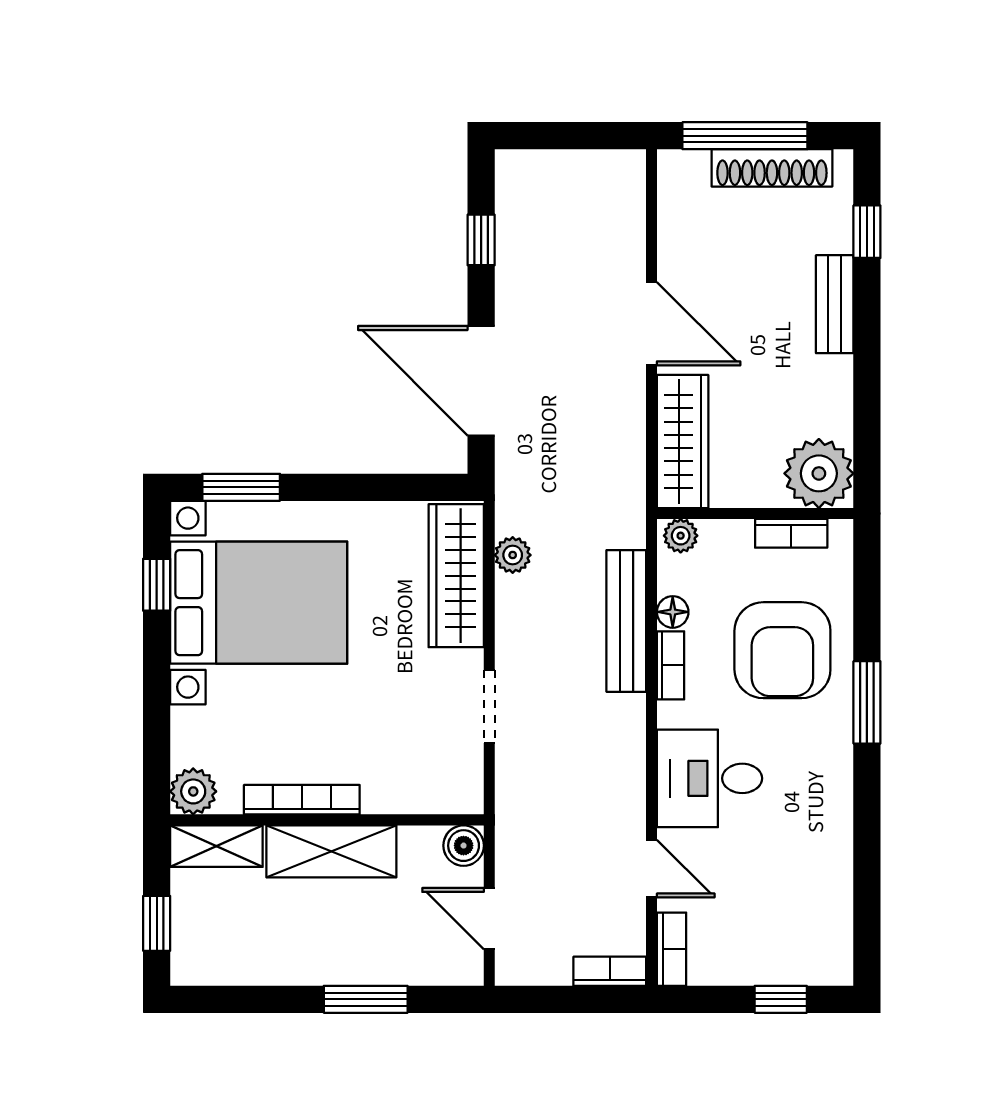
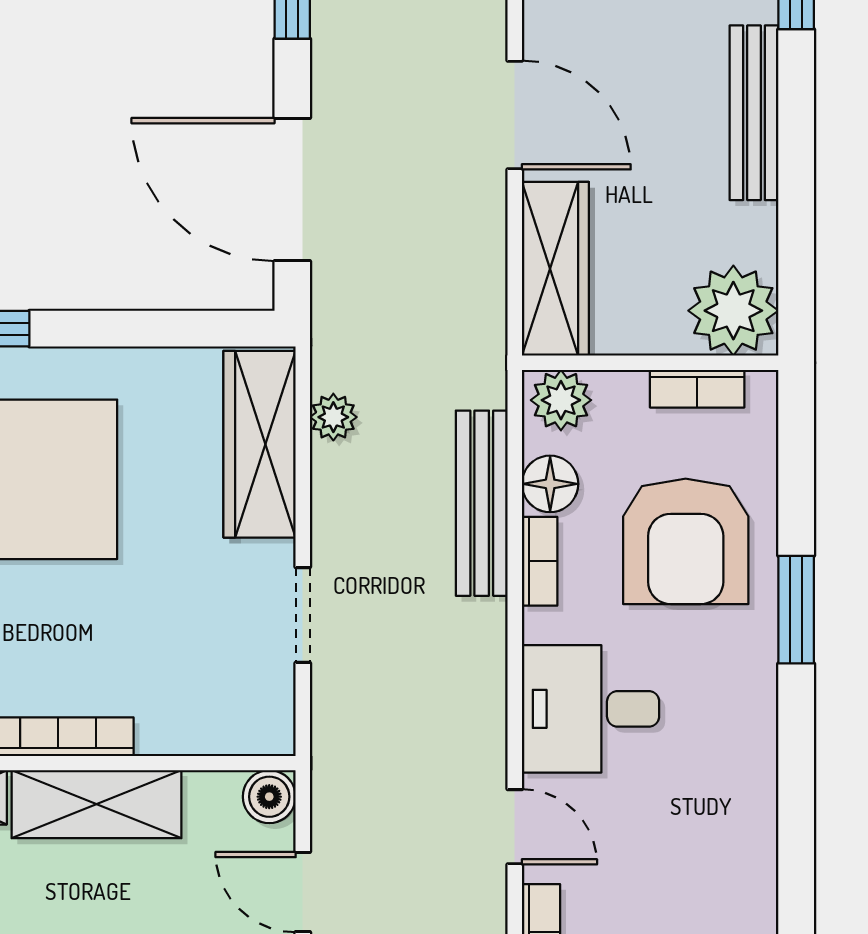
bench: (835, 304) -> (754, 113), width x1.36
plant: (681, 536) -> (561, 400), width x1.38, depth x1.38
floor lamp: (673, 612) -> (550, 484), width x1.37, depth x1.37

